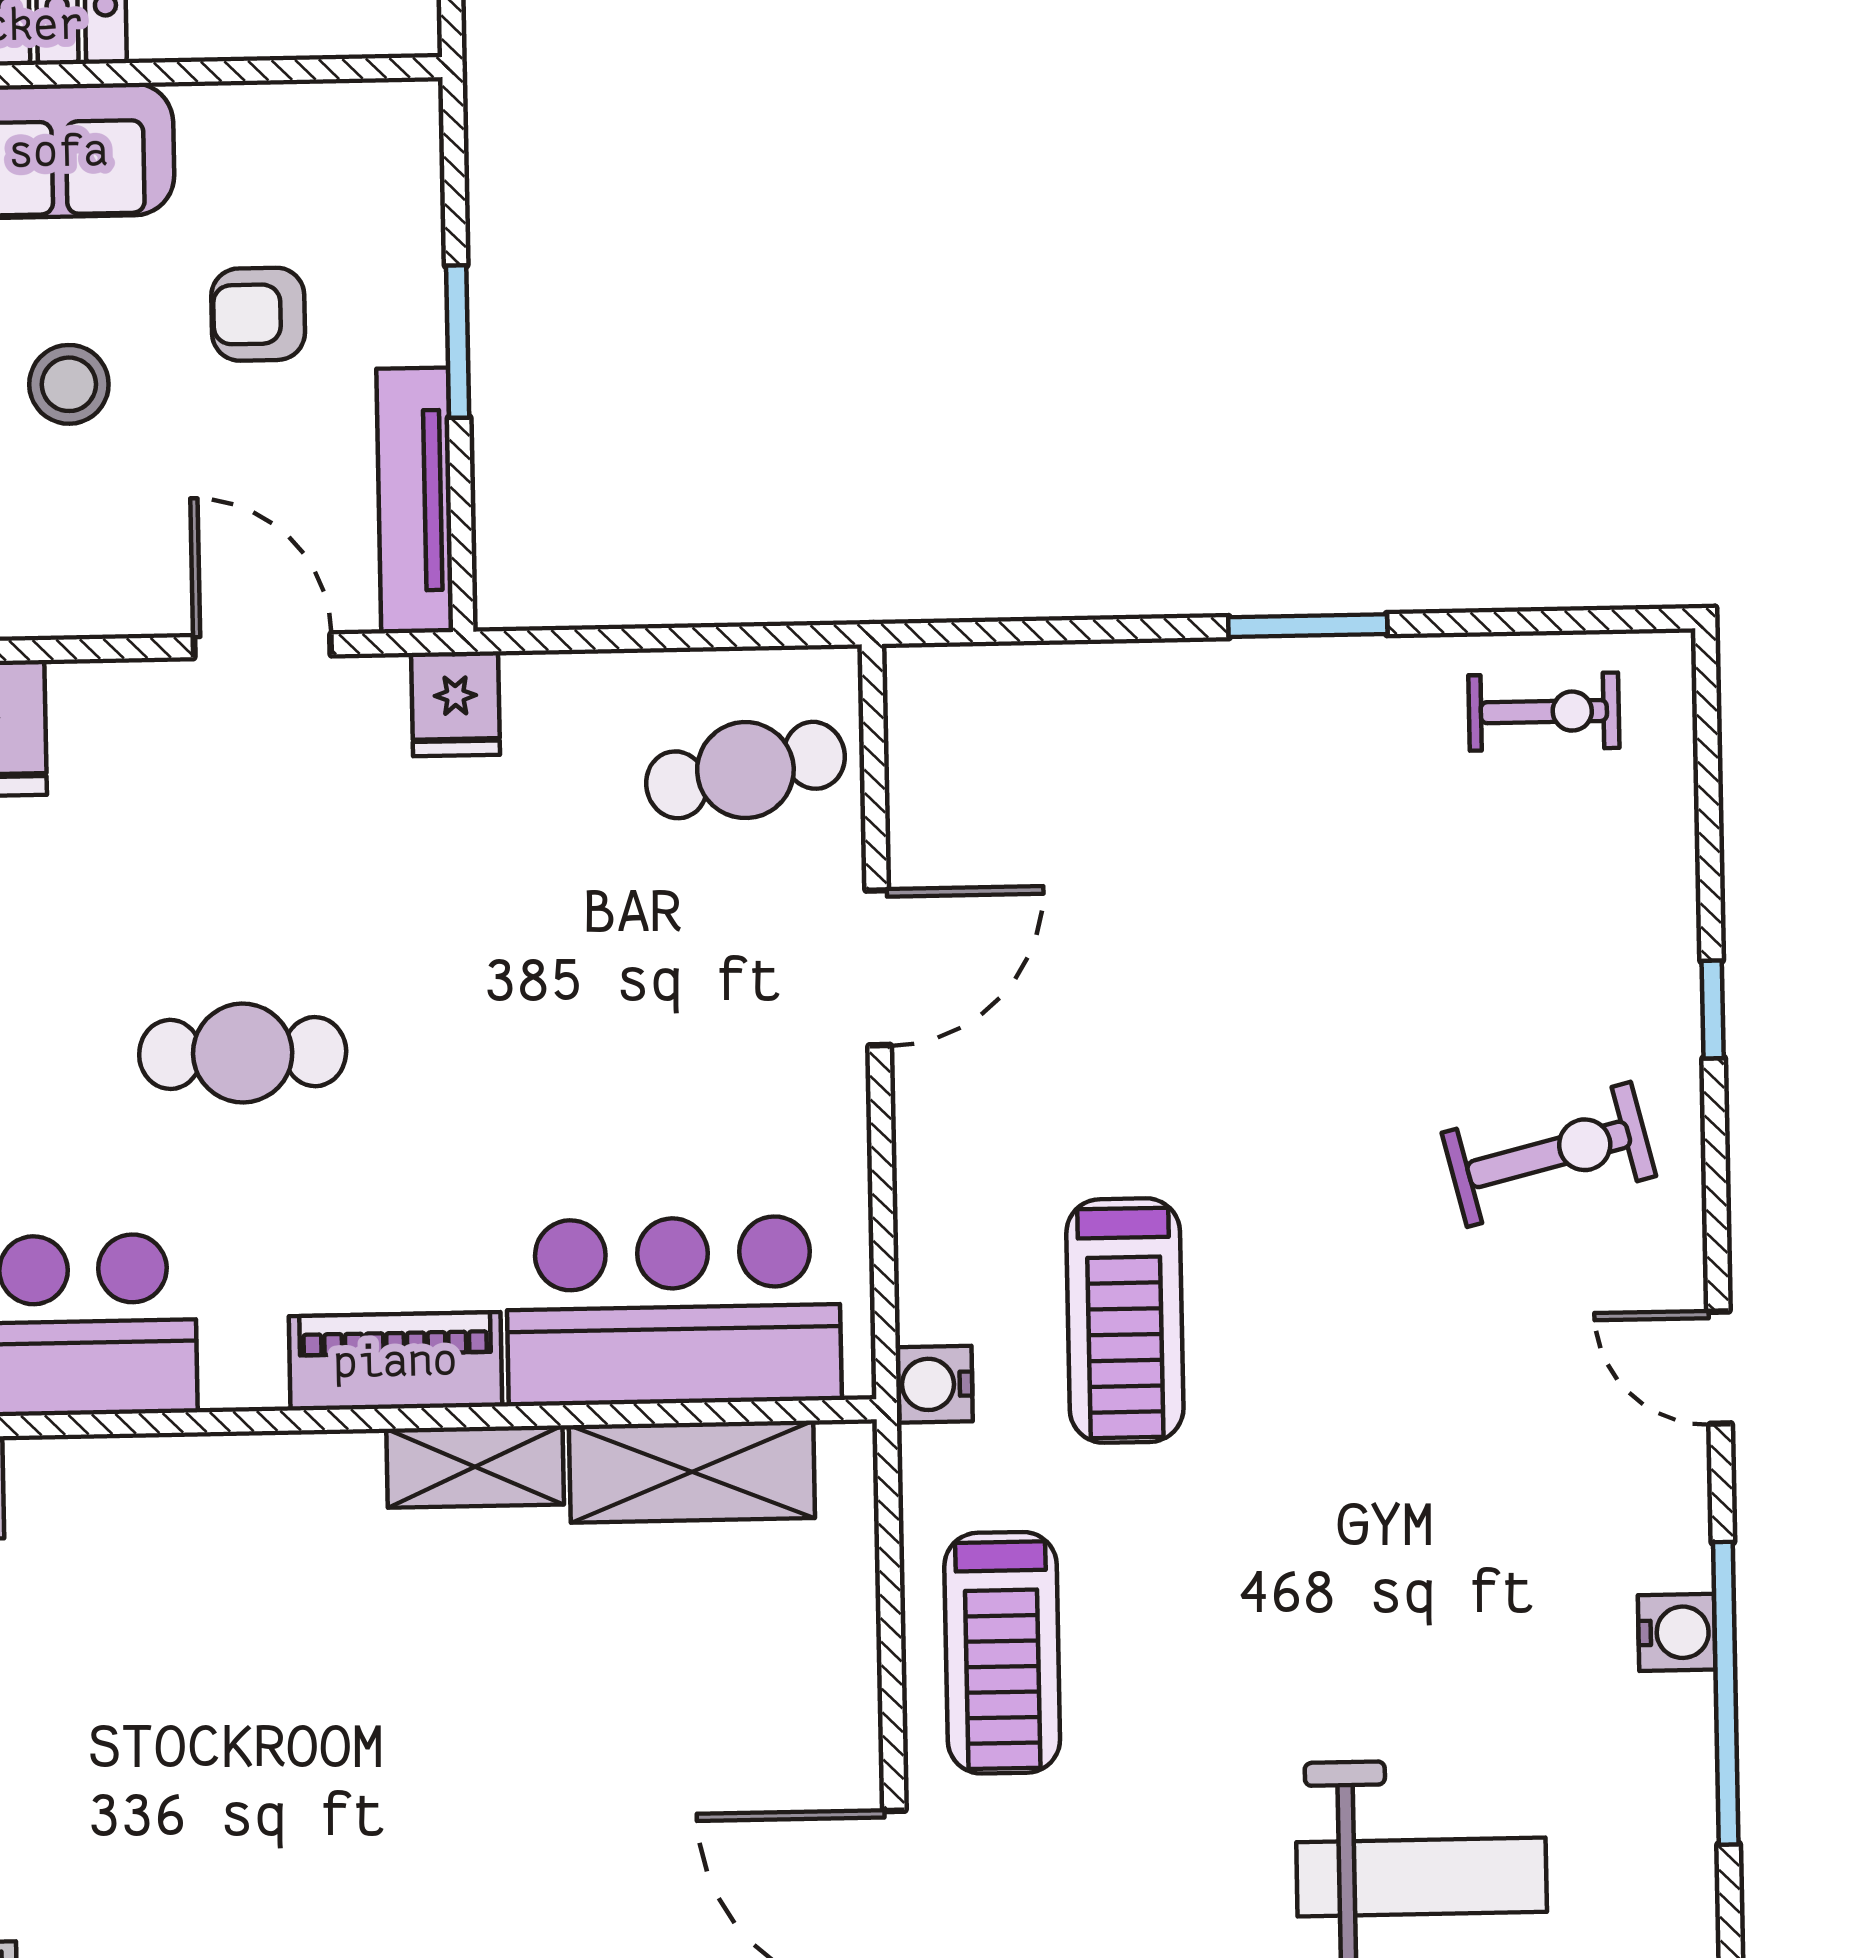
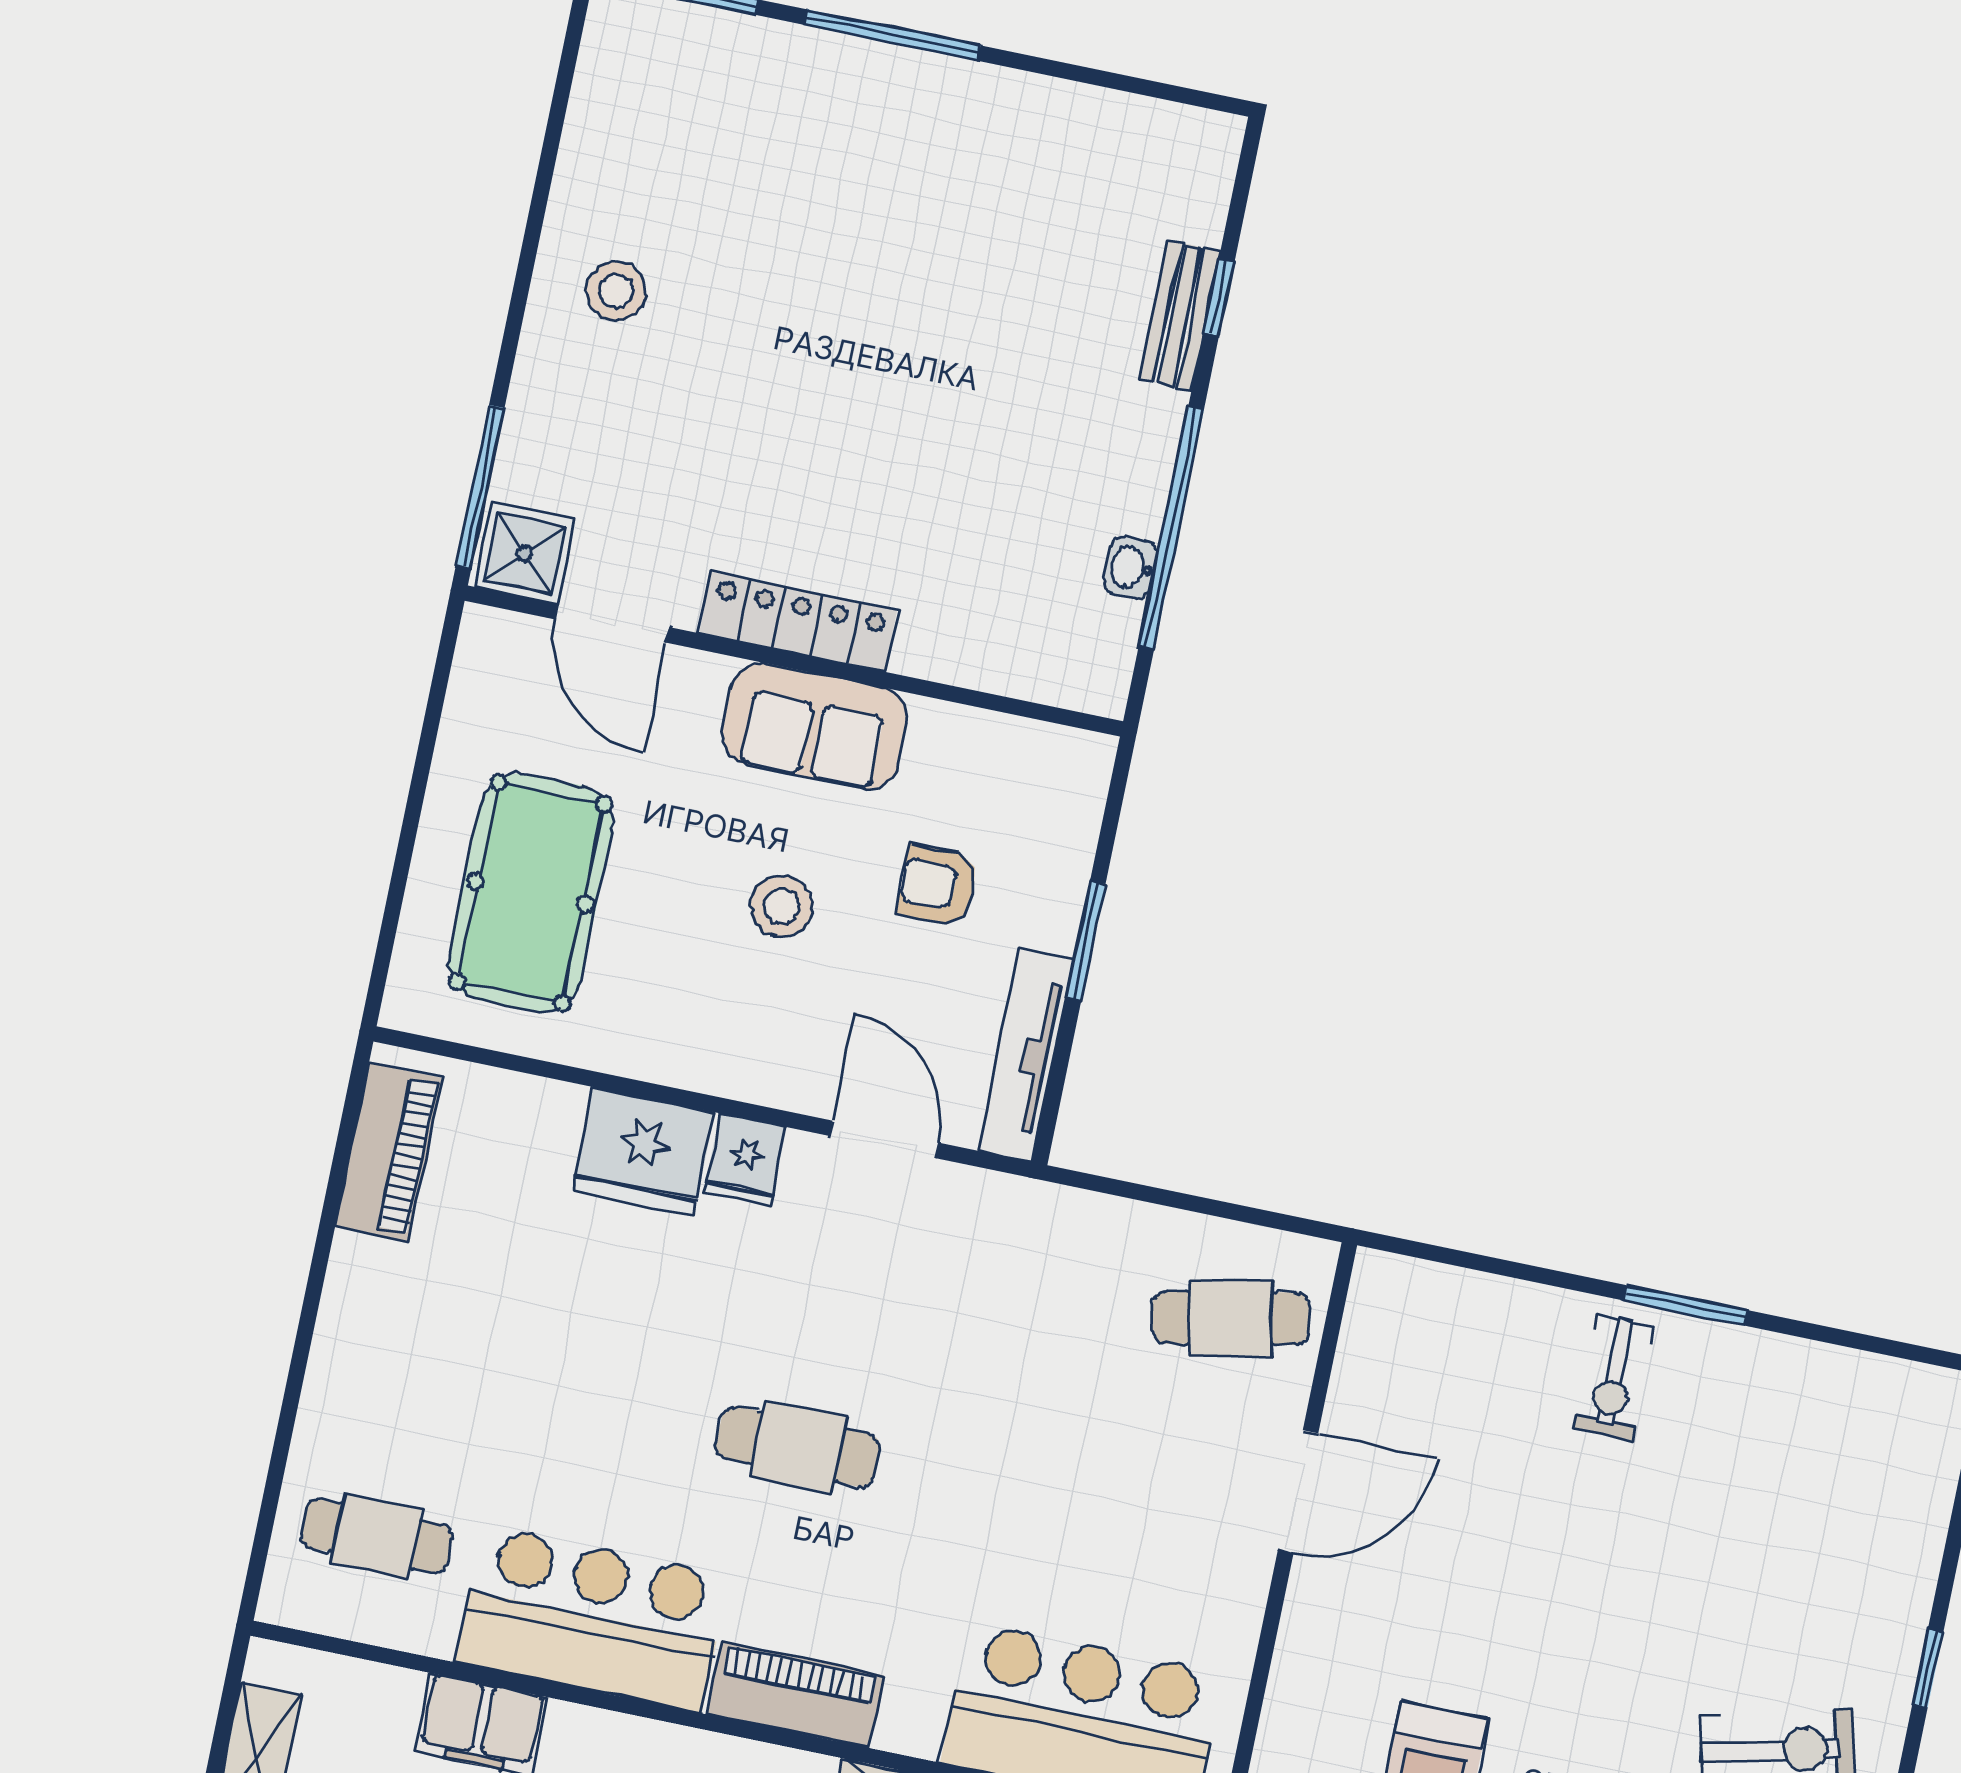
fridge: (455, 704) -> (745, 1160), moved
exercise bike: (1544, 712) -> (1615, 1377), moved, turned 90
piano: (396, 1361) -> (795, 1695), moved

